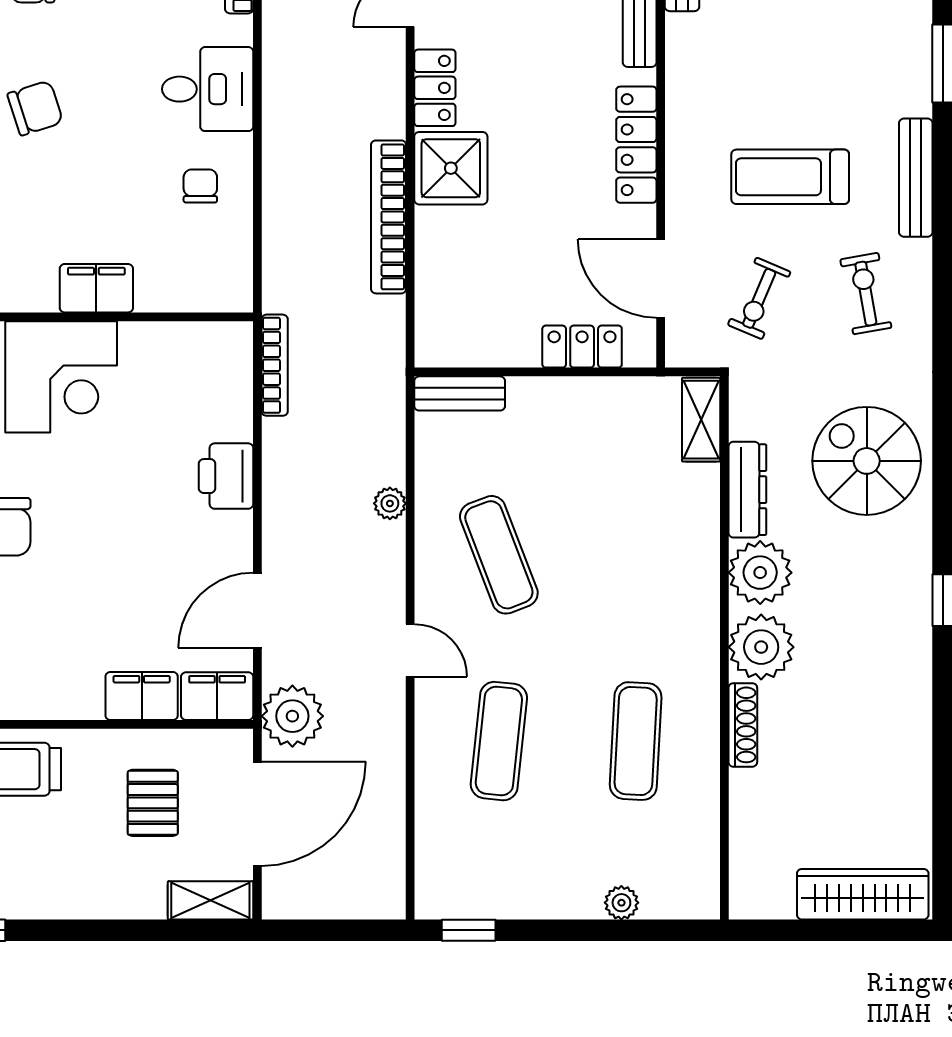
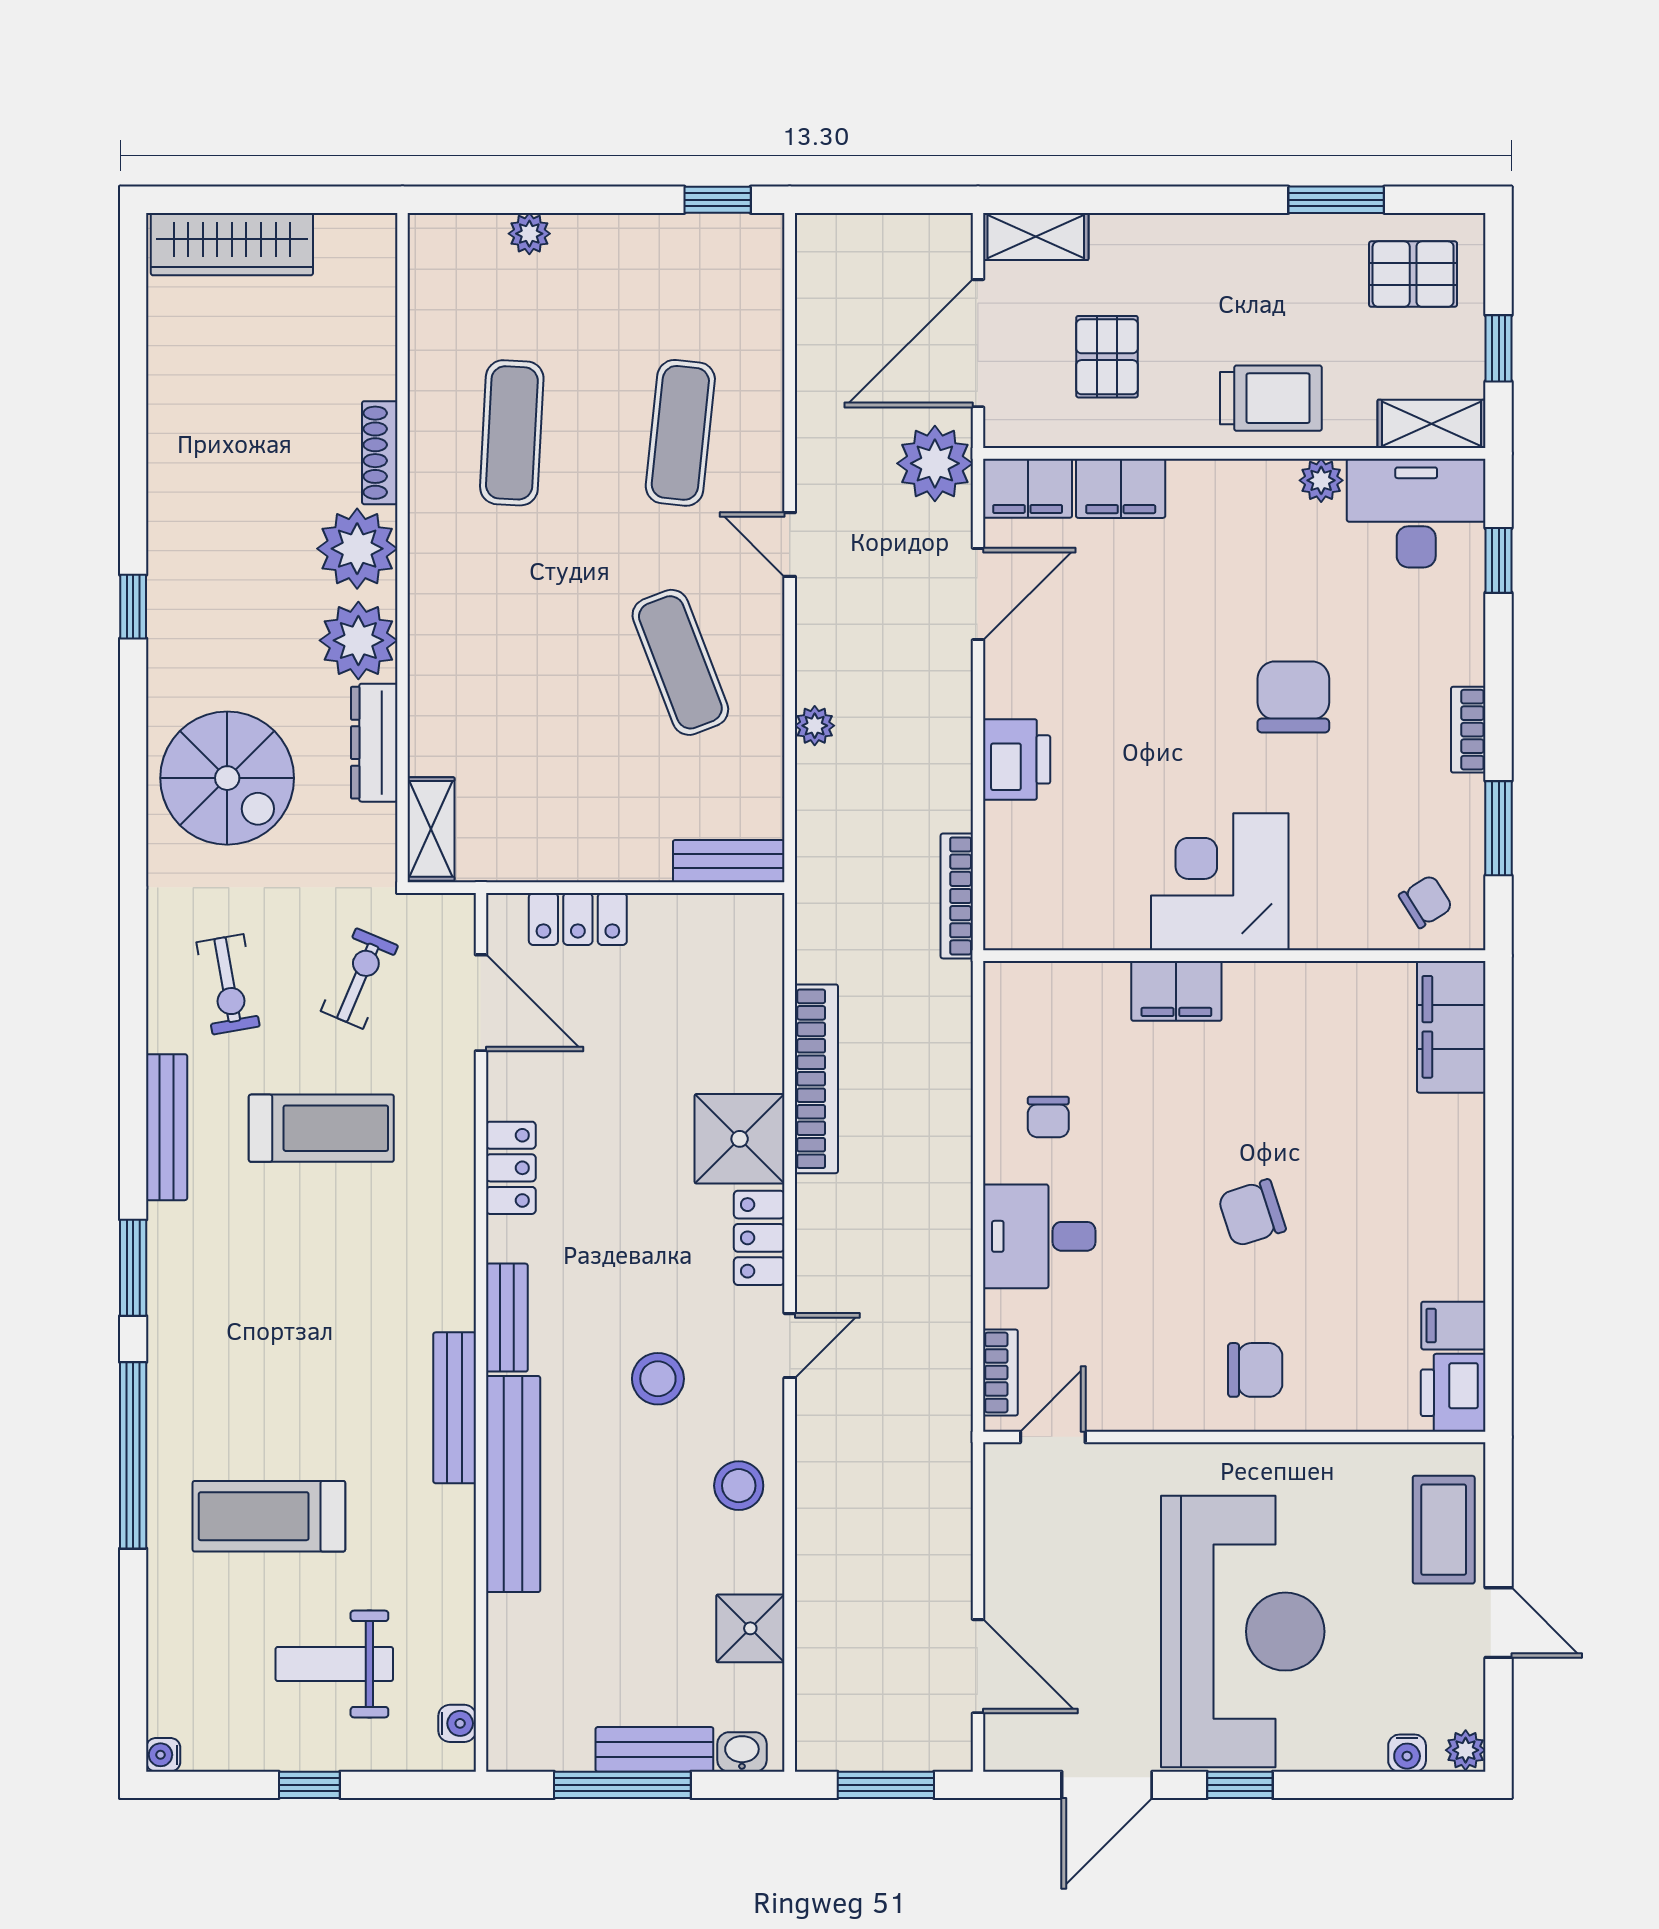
locker: (636, 145) -> (511, 1168), width x0.66

